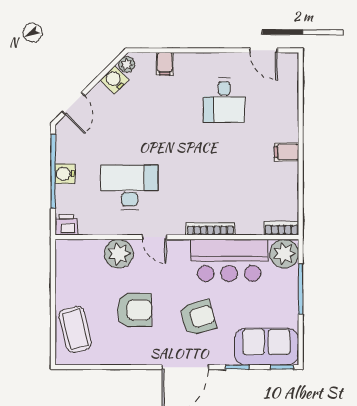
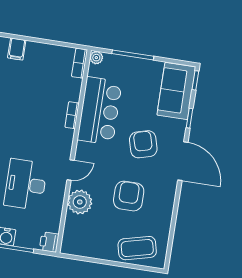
bookcase: (210, 229) -> (72, 115), width x0.64
plant: (284, 254) -> (96, 58), width x0.53, depth x0.53

